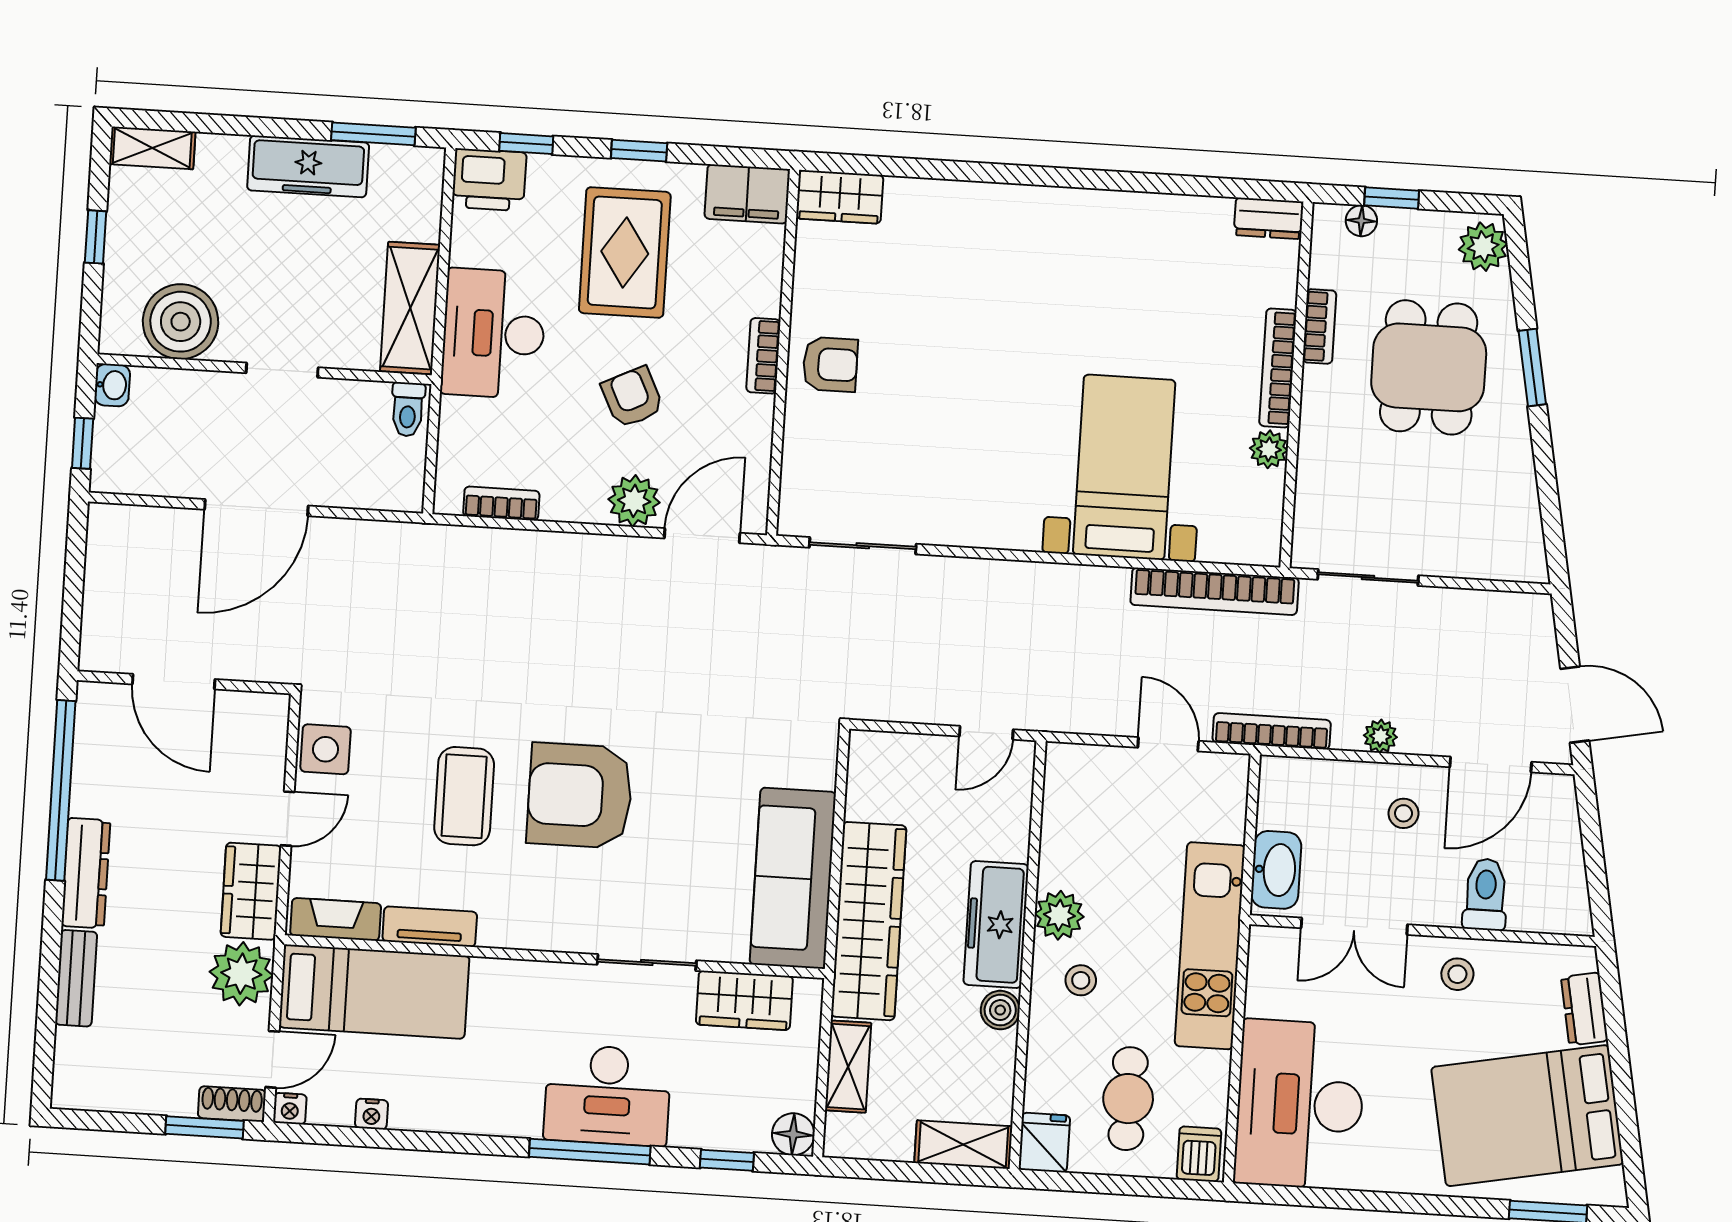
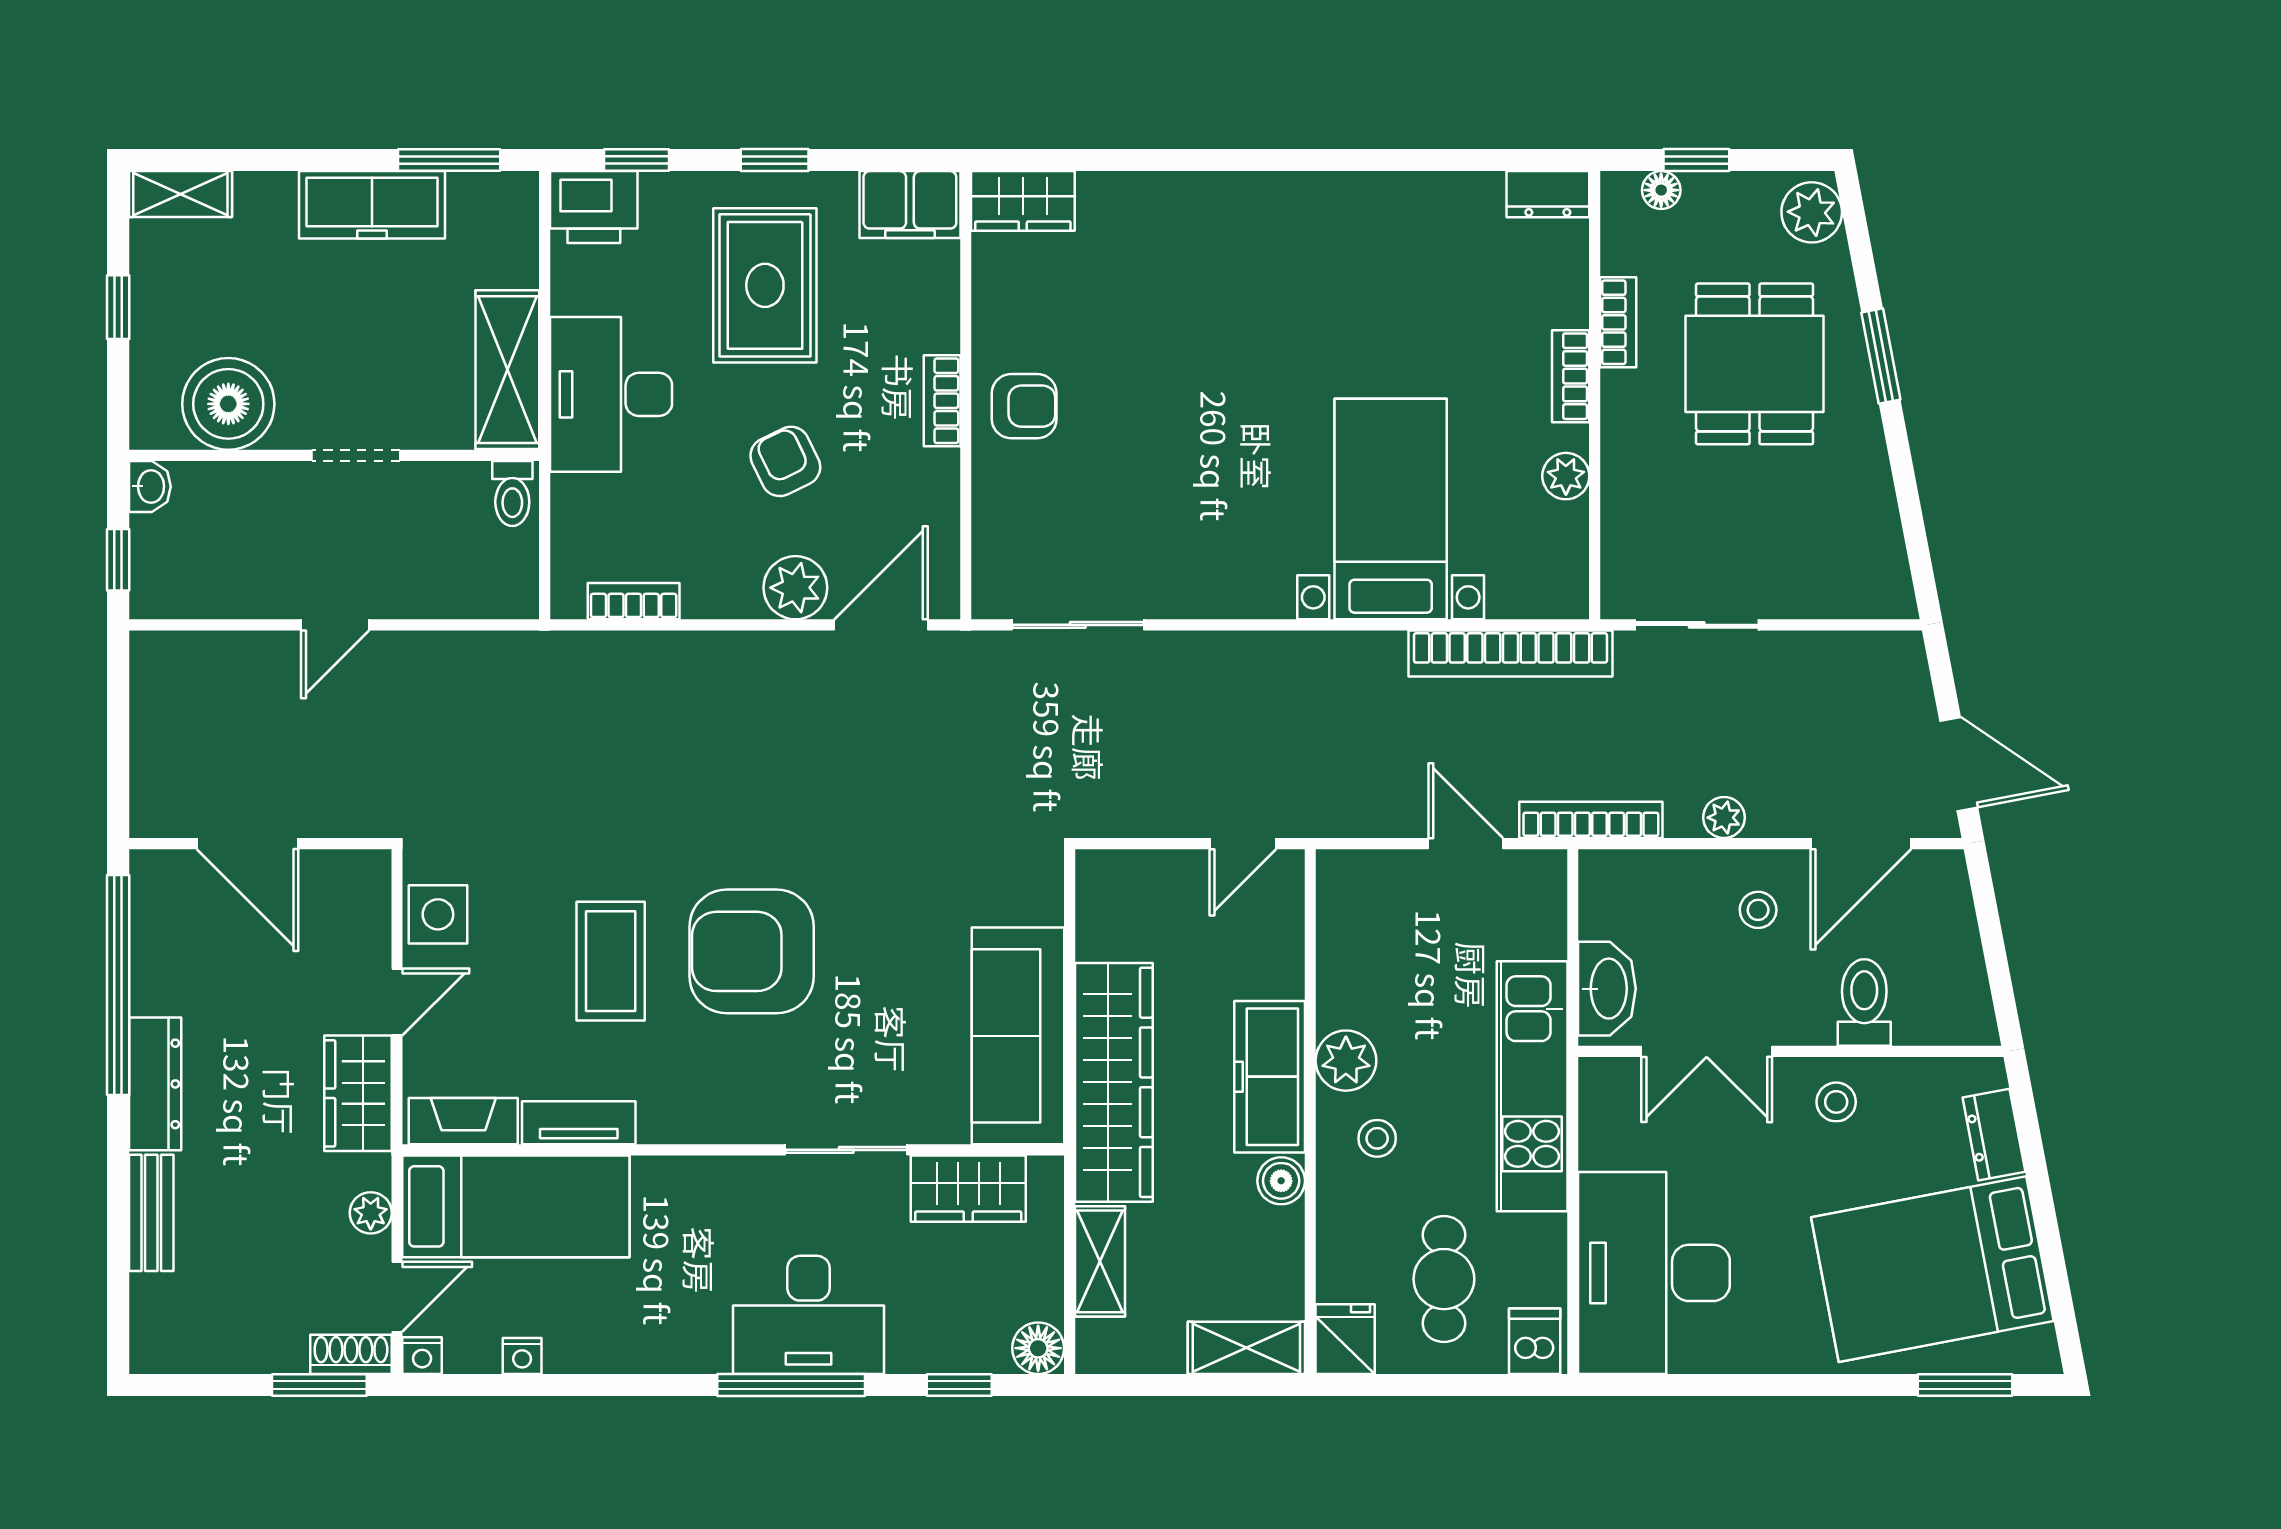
bookcase: (1278, 368) -> (1571, 376), width x0.64
door: (256, 508) -> (335, 625), width x0.53
plant: (241, 974) -> (371, 1213), width x0.53, depth x0.53

